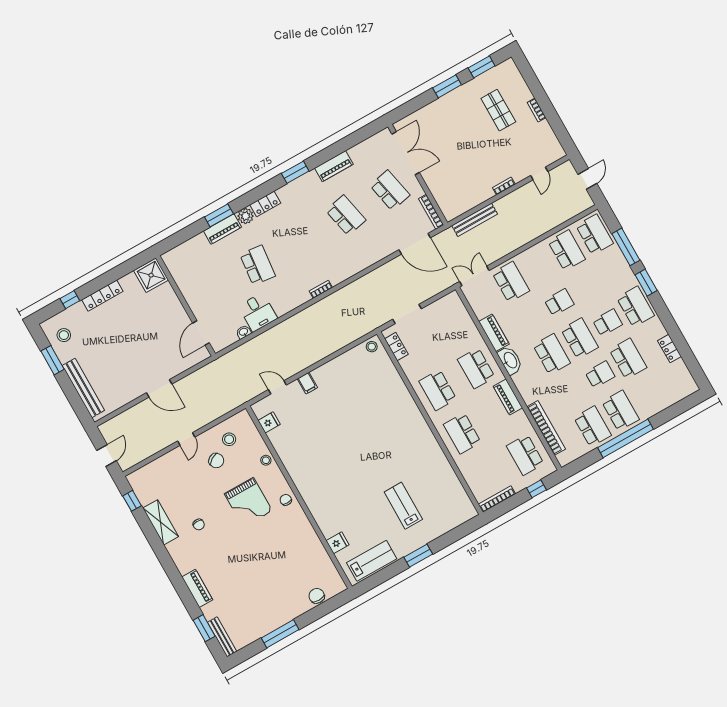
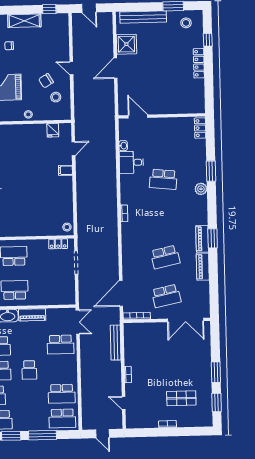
locker: (265, 204) -> (200, 128), moved
piano: (222, 229) -> (202, 239), moved
shower: (151, 275) -> (126, 44), moved

